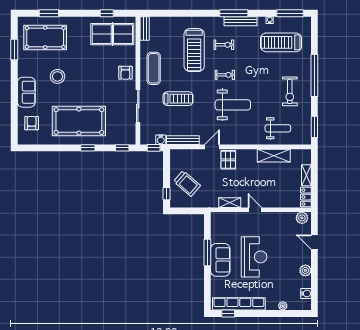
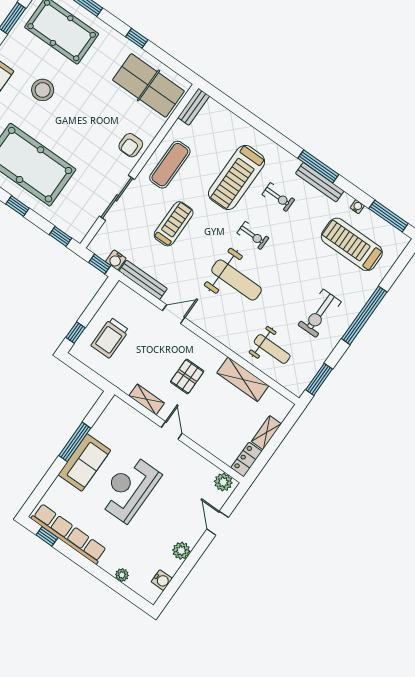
window: (107, 13) -> (137, 38), moved
treadmill: (178, 99) -> (174, 224), turned -90
pallet: (228, 160) -> (187, 376), moved
trolley: (187, 184) -> (110, 338), turned 49
reception desk: (254, 257) -> (129, 489), turned 180

